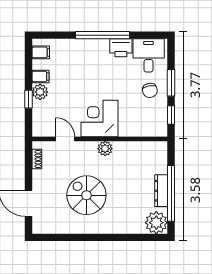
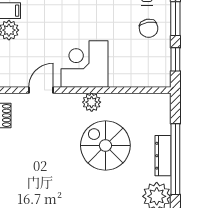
door: (65, 139) -> (41, 90), hinge flipped
spiral stairs: (86, 195) -> (105, 145), moved

